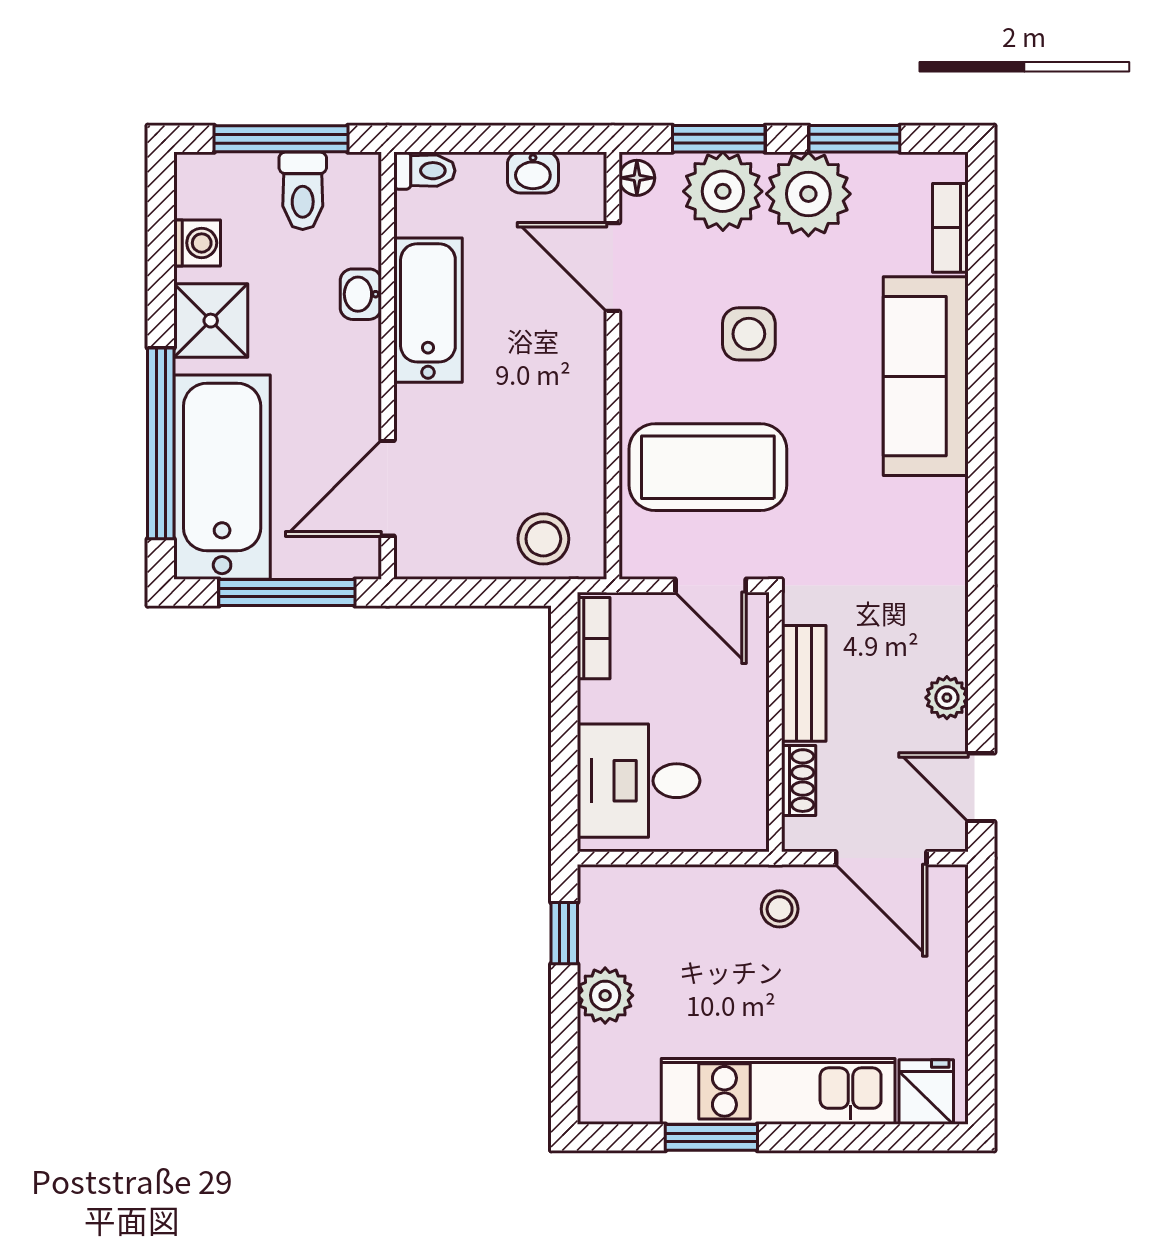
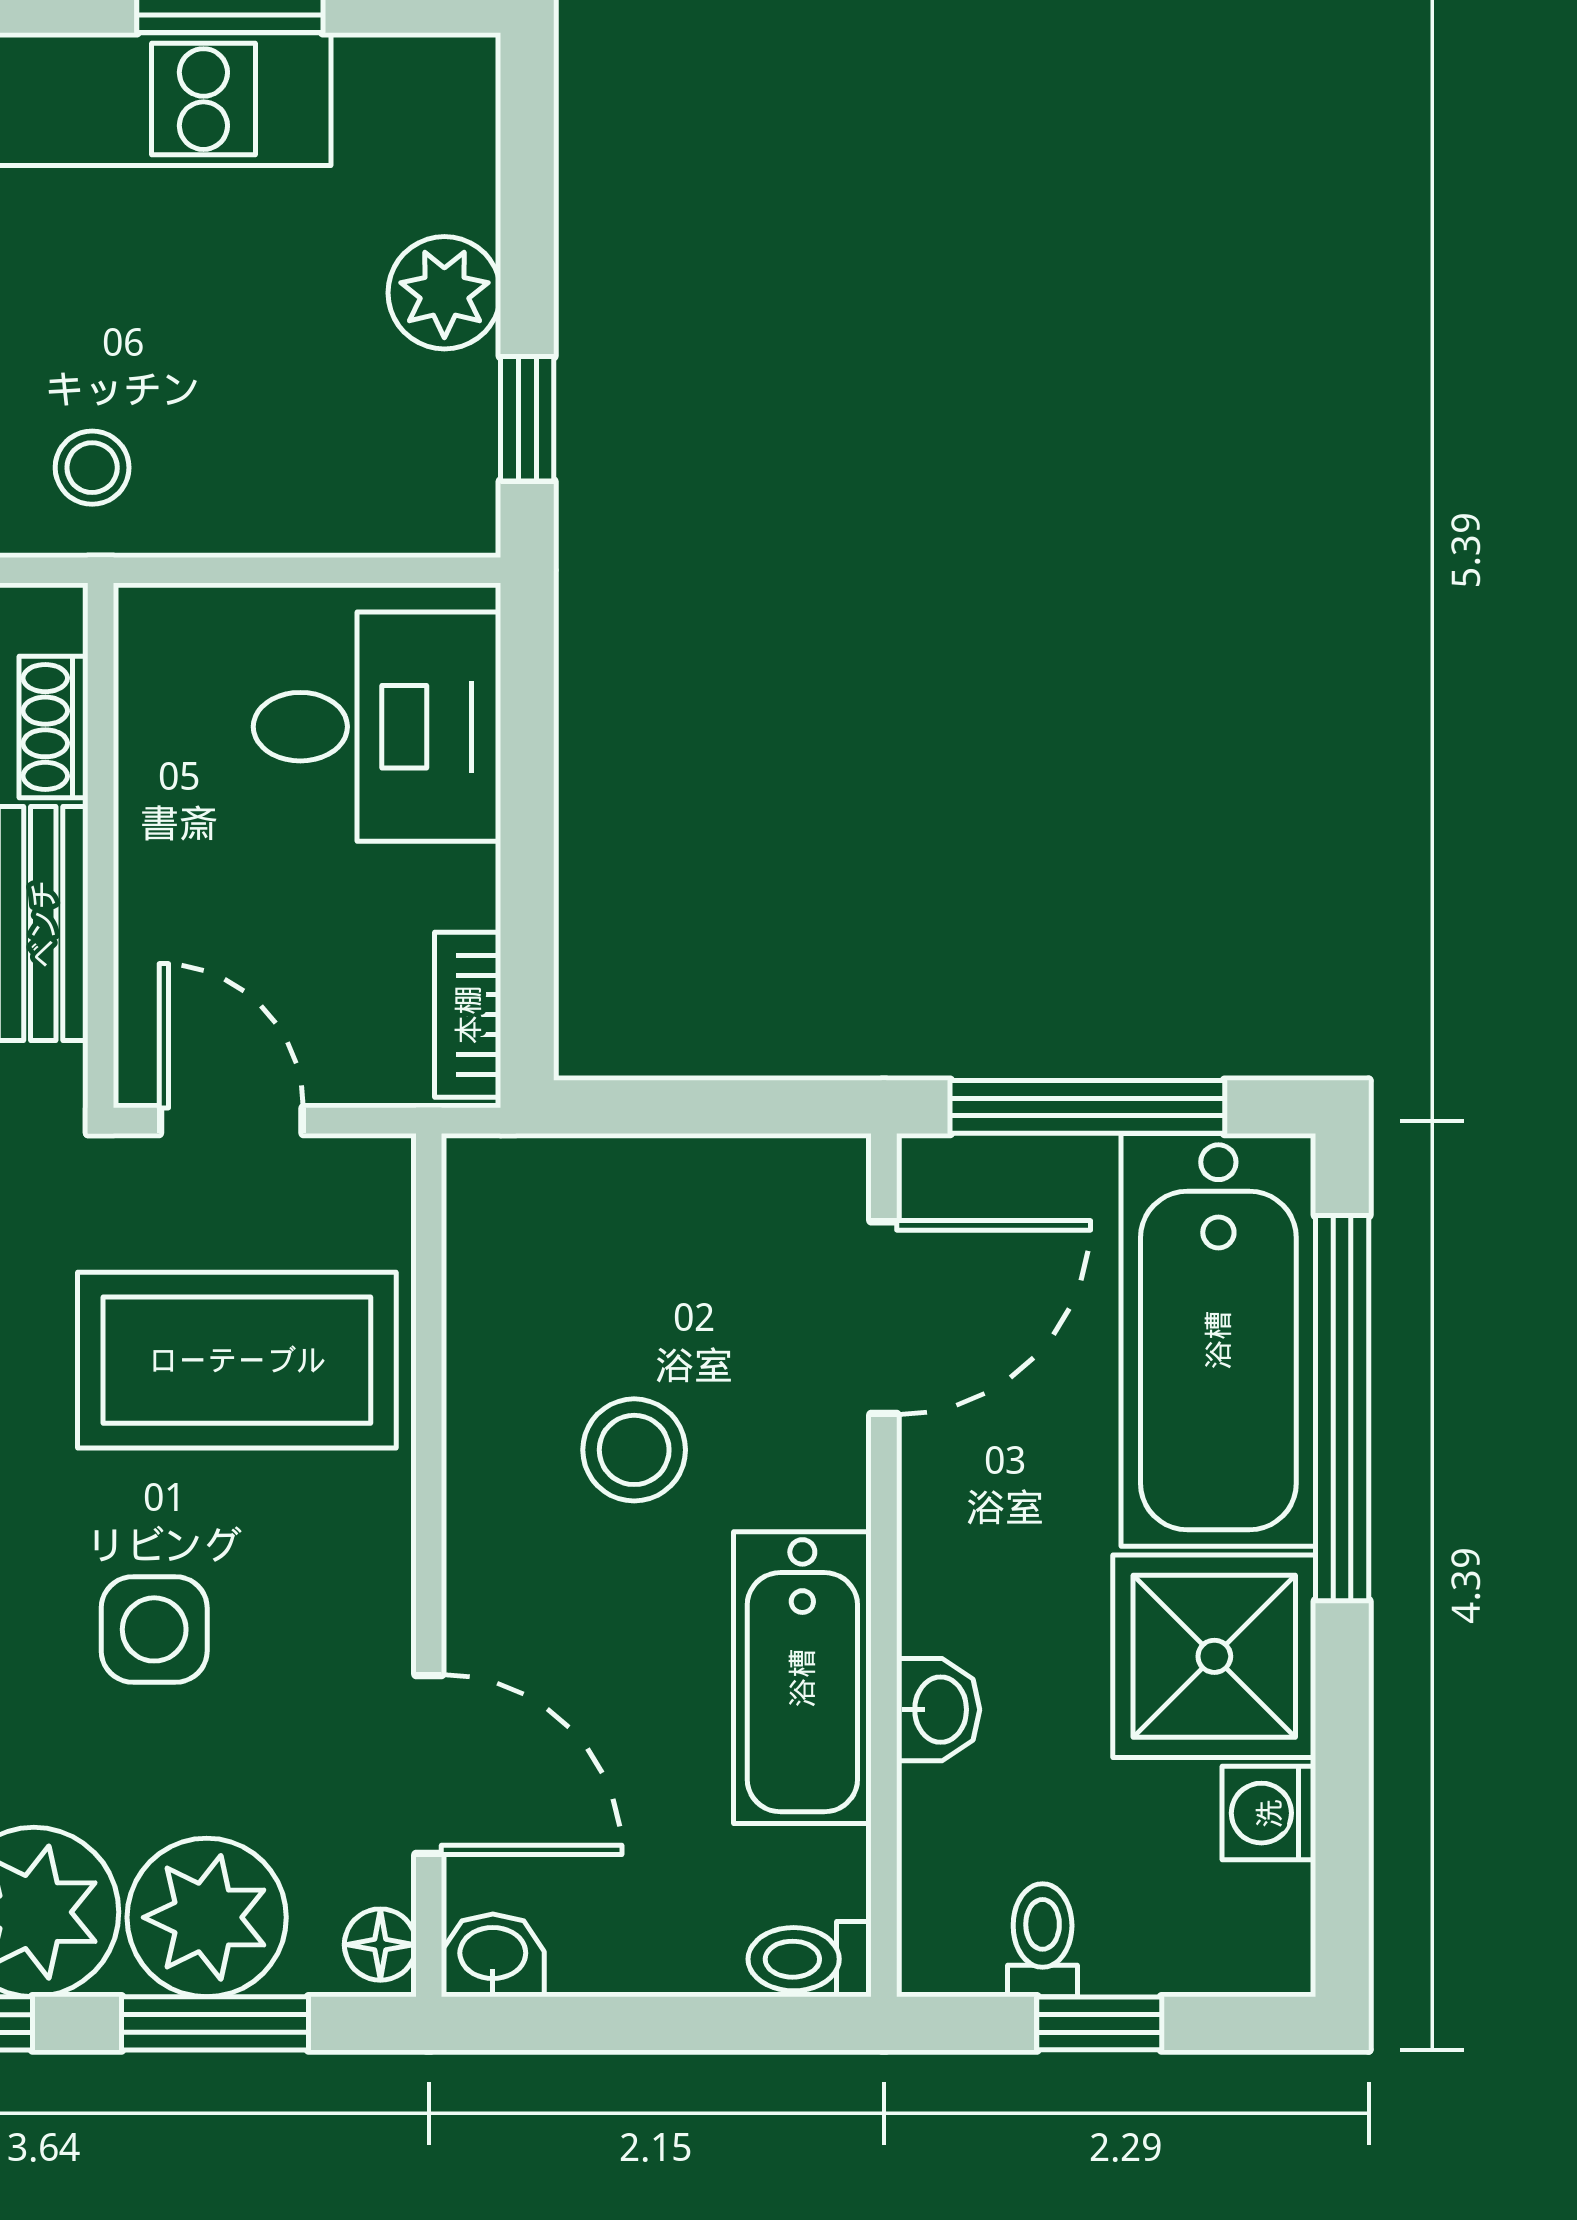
window: (281, 139) -> (1099, 2023), width x0.46
washbasin: (533, 172) -> (493, 1955), moved
toilet: (303, 191) -> (1043, 1940), width x0.73, depth x0.72
shower: (211, 321) -> (1214, 1656), width x1.36, depth x1.36
stool: (543, 539) -> (634, 1450), moved

